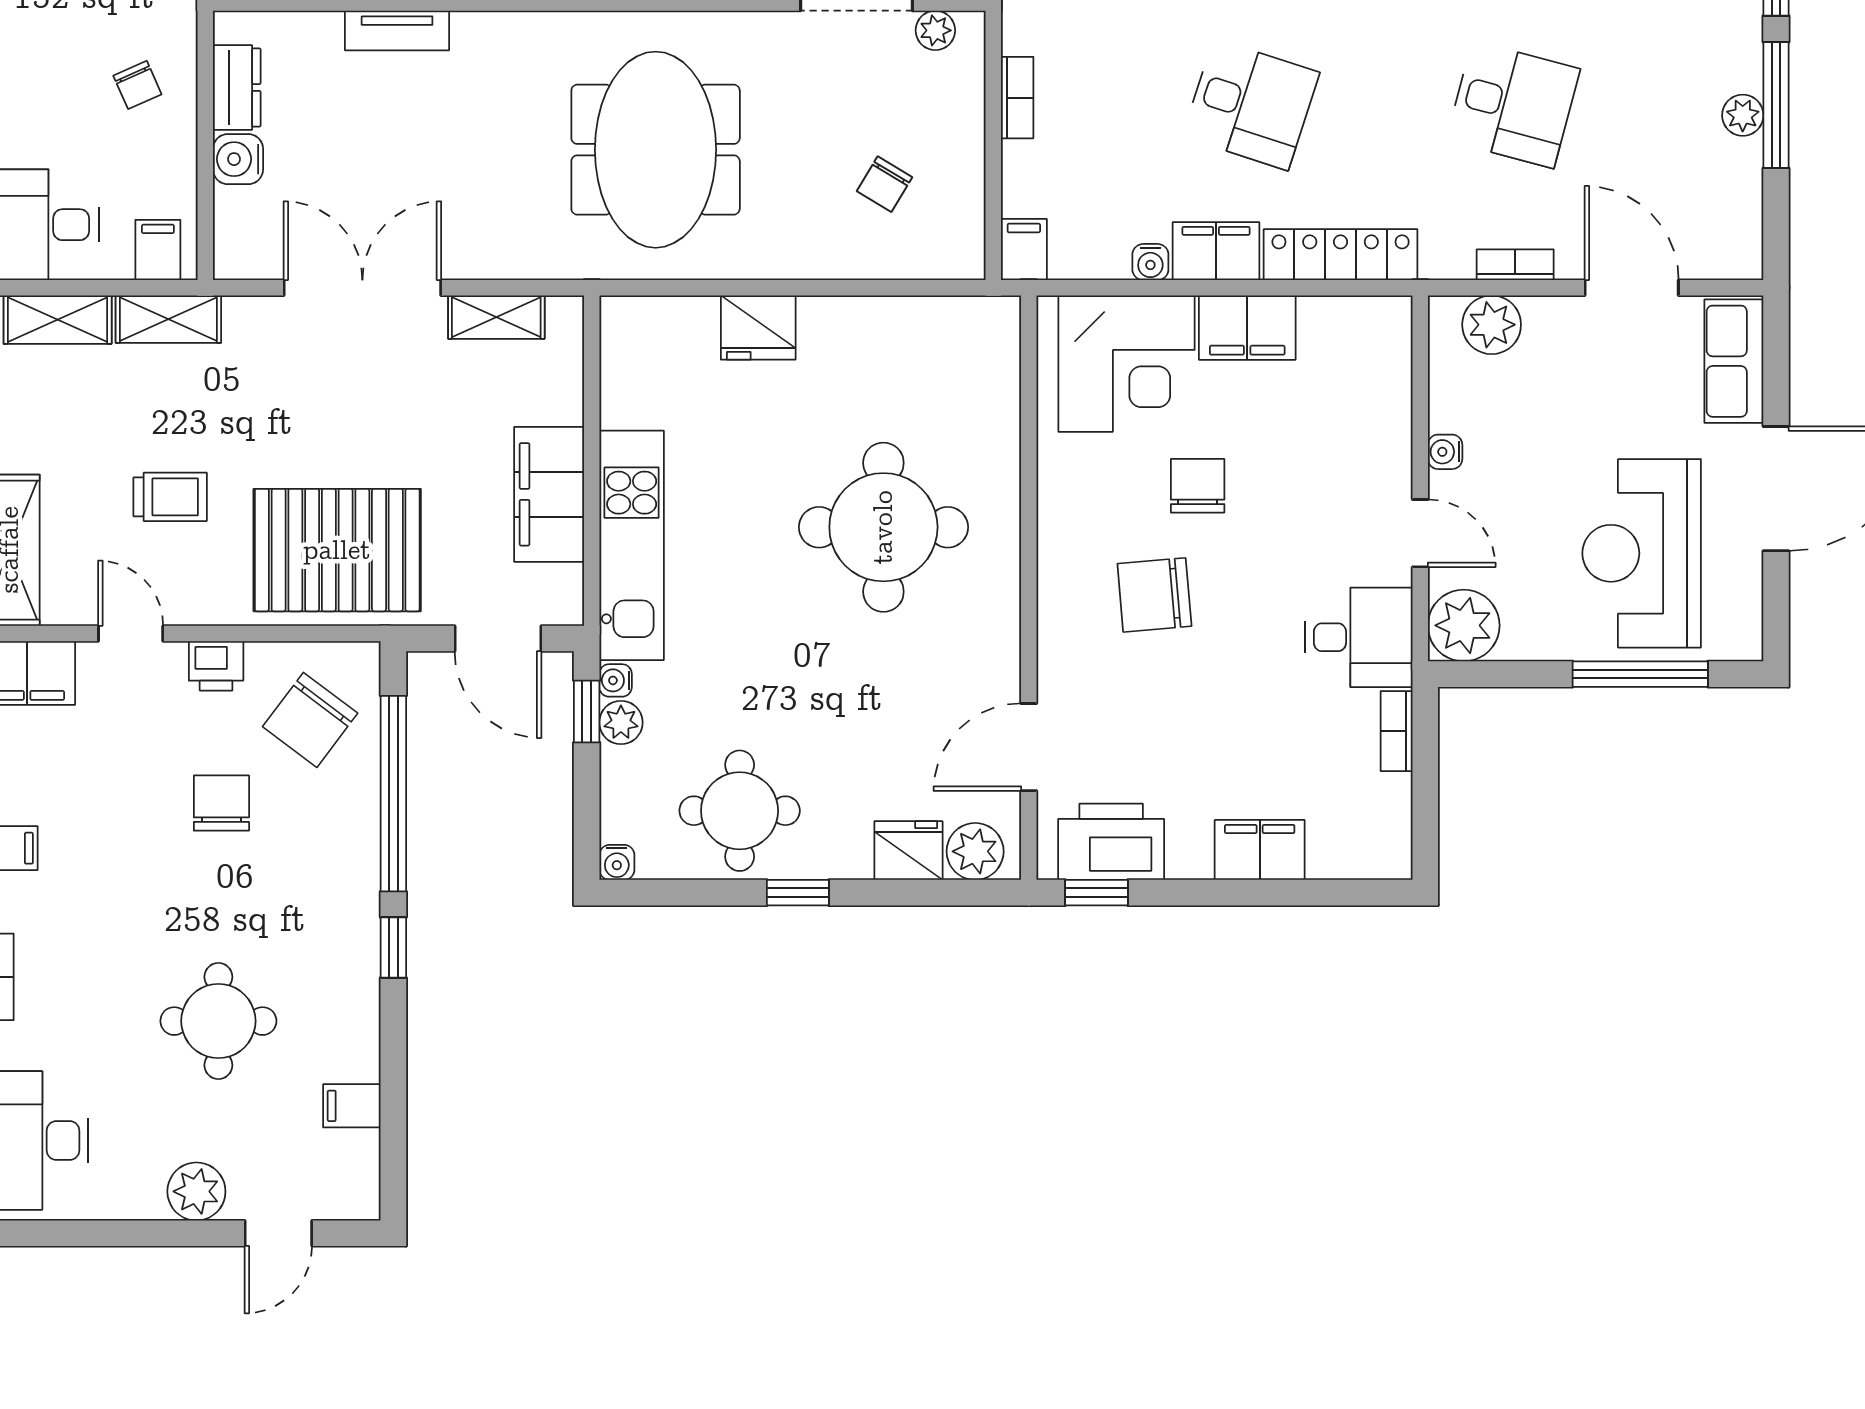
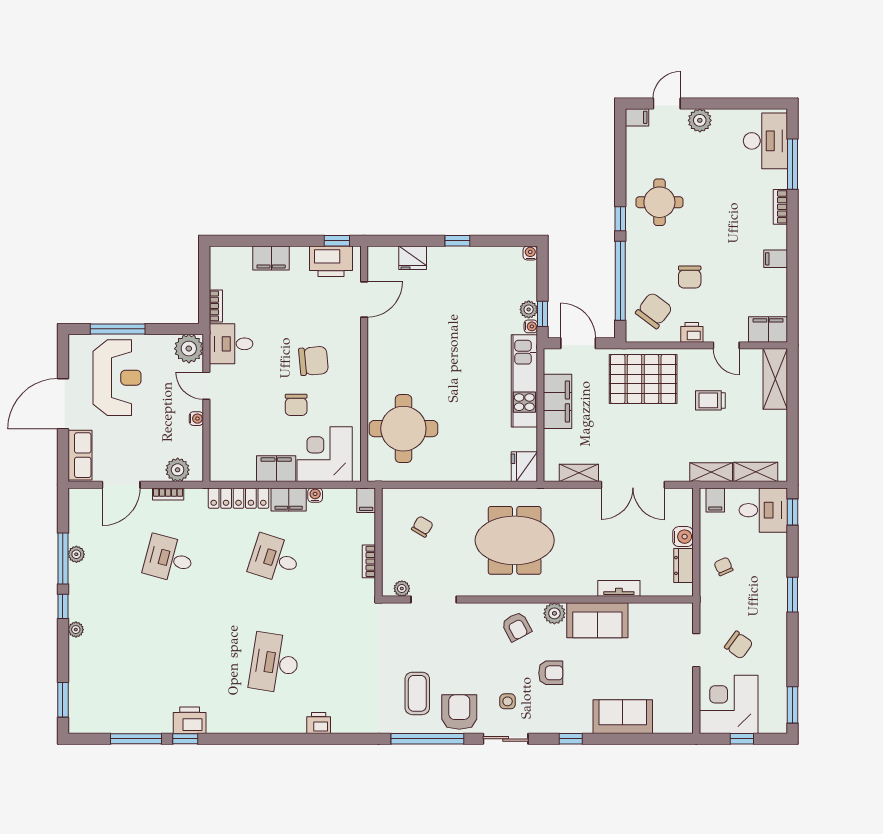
meeting table: (656, 150) -> (515, 540), turned 90
door: (1632, 288) -> (121, 485), hinge flipped
fridge: (758, 328) -> (524, 467), moved, turned -90
round table: (883, 527) -> (403, 429), moved
round table: (740, 811) -> (481, 274), removed
plant: (975, 851) -> (386, 257), removed
round table: (218, 1021) -> (659, 202), moved
filing cabinet: (352, 1106) -> (637, 117), moved

